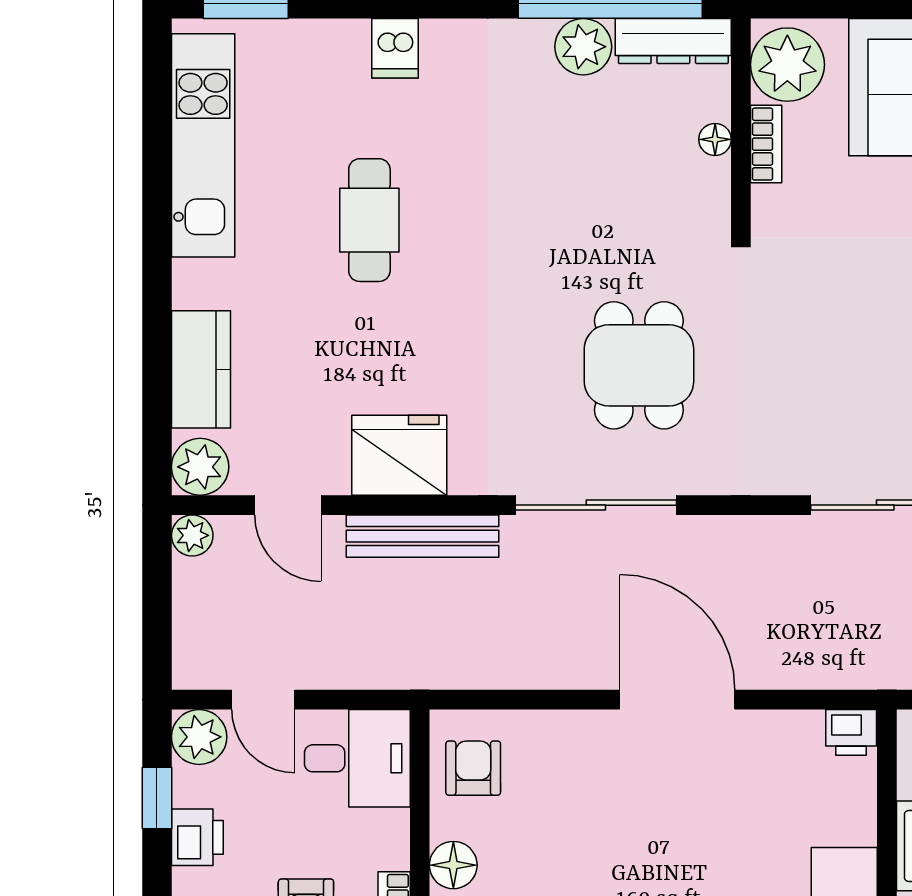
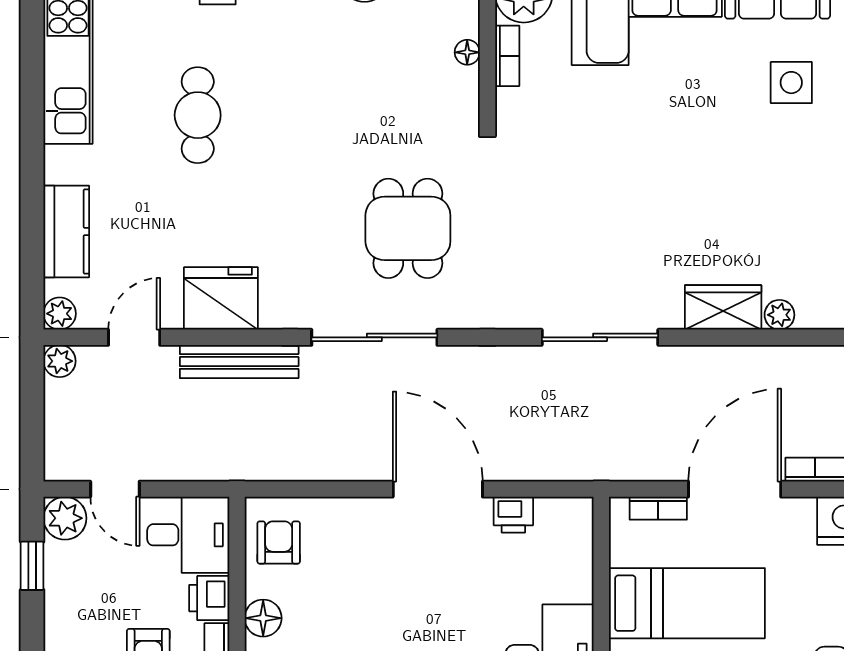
plant: (200, 467) -> (60, 314), width x0.73, depth x0.73
door: (288, 505) -> (134, 337), swing flipped
printer: (851, 732) -> (513, 515), moved
printer: (197, 837) -> (209, 598), moved, turned 180

